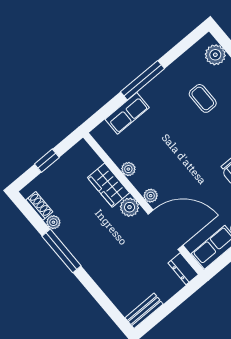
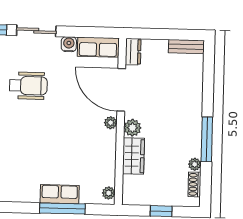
window: (142, 80) -> (62, 209), moved
coffee table: (203, 98) -> (14, 158), removed
row of seats: (127, 113) -> (60, 194), moved
plant: (128, 169) -> (109, 193), moved

